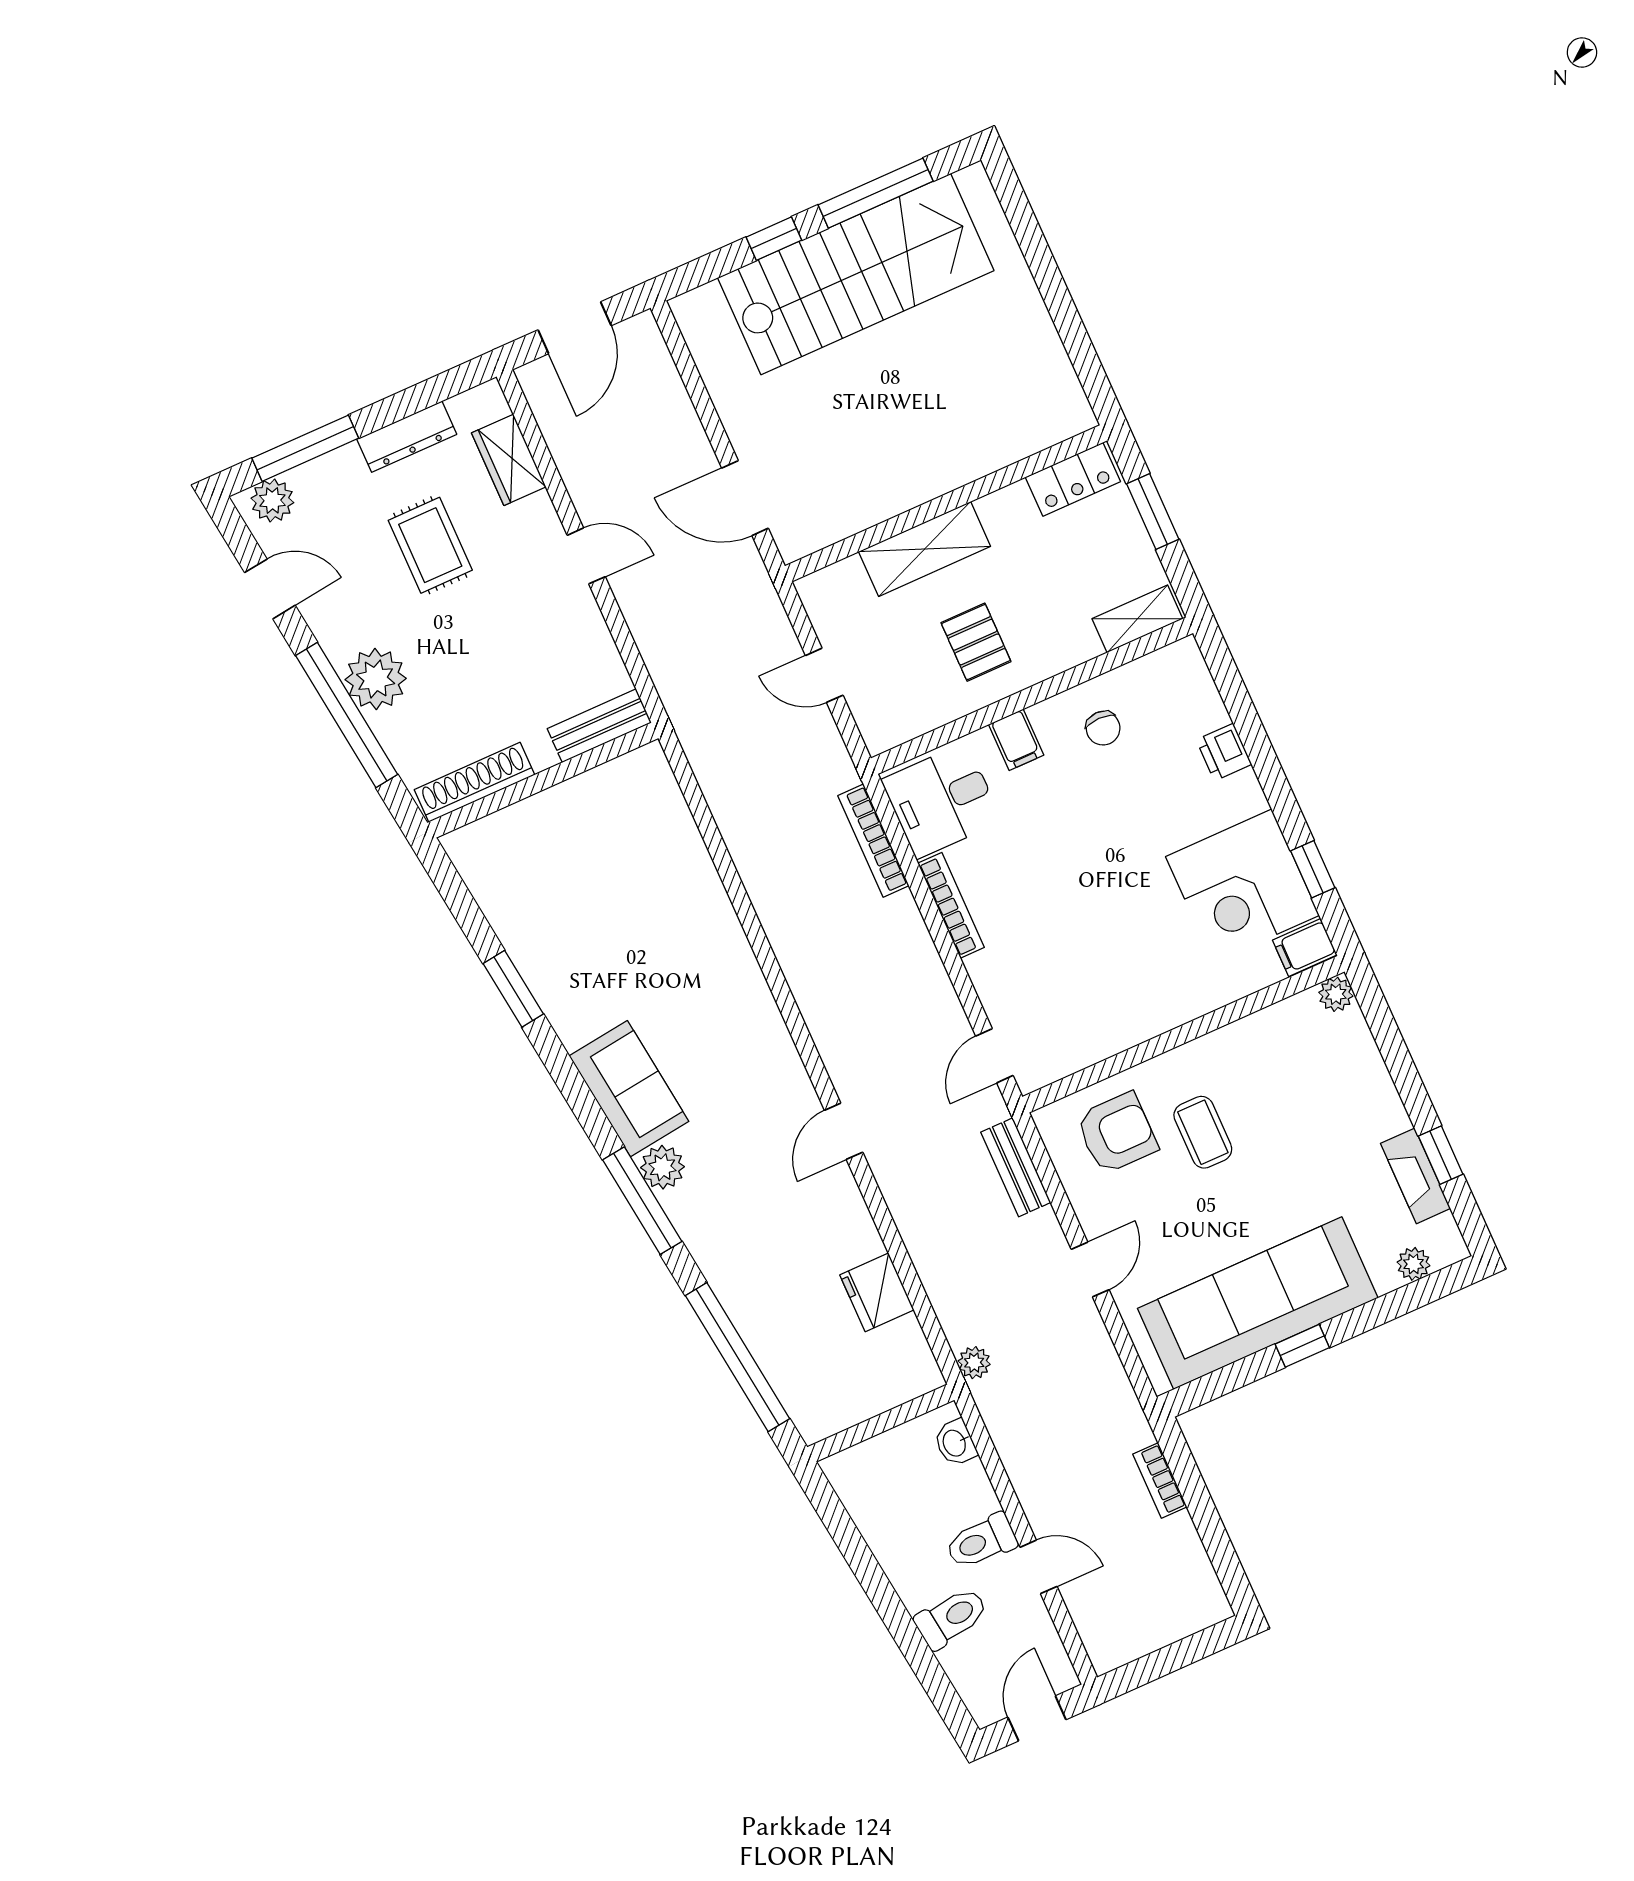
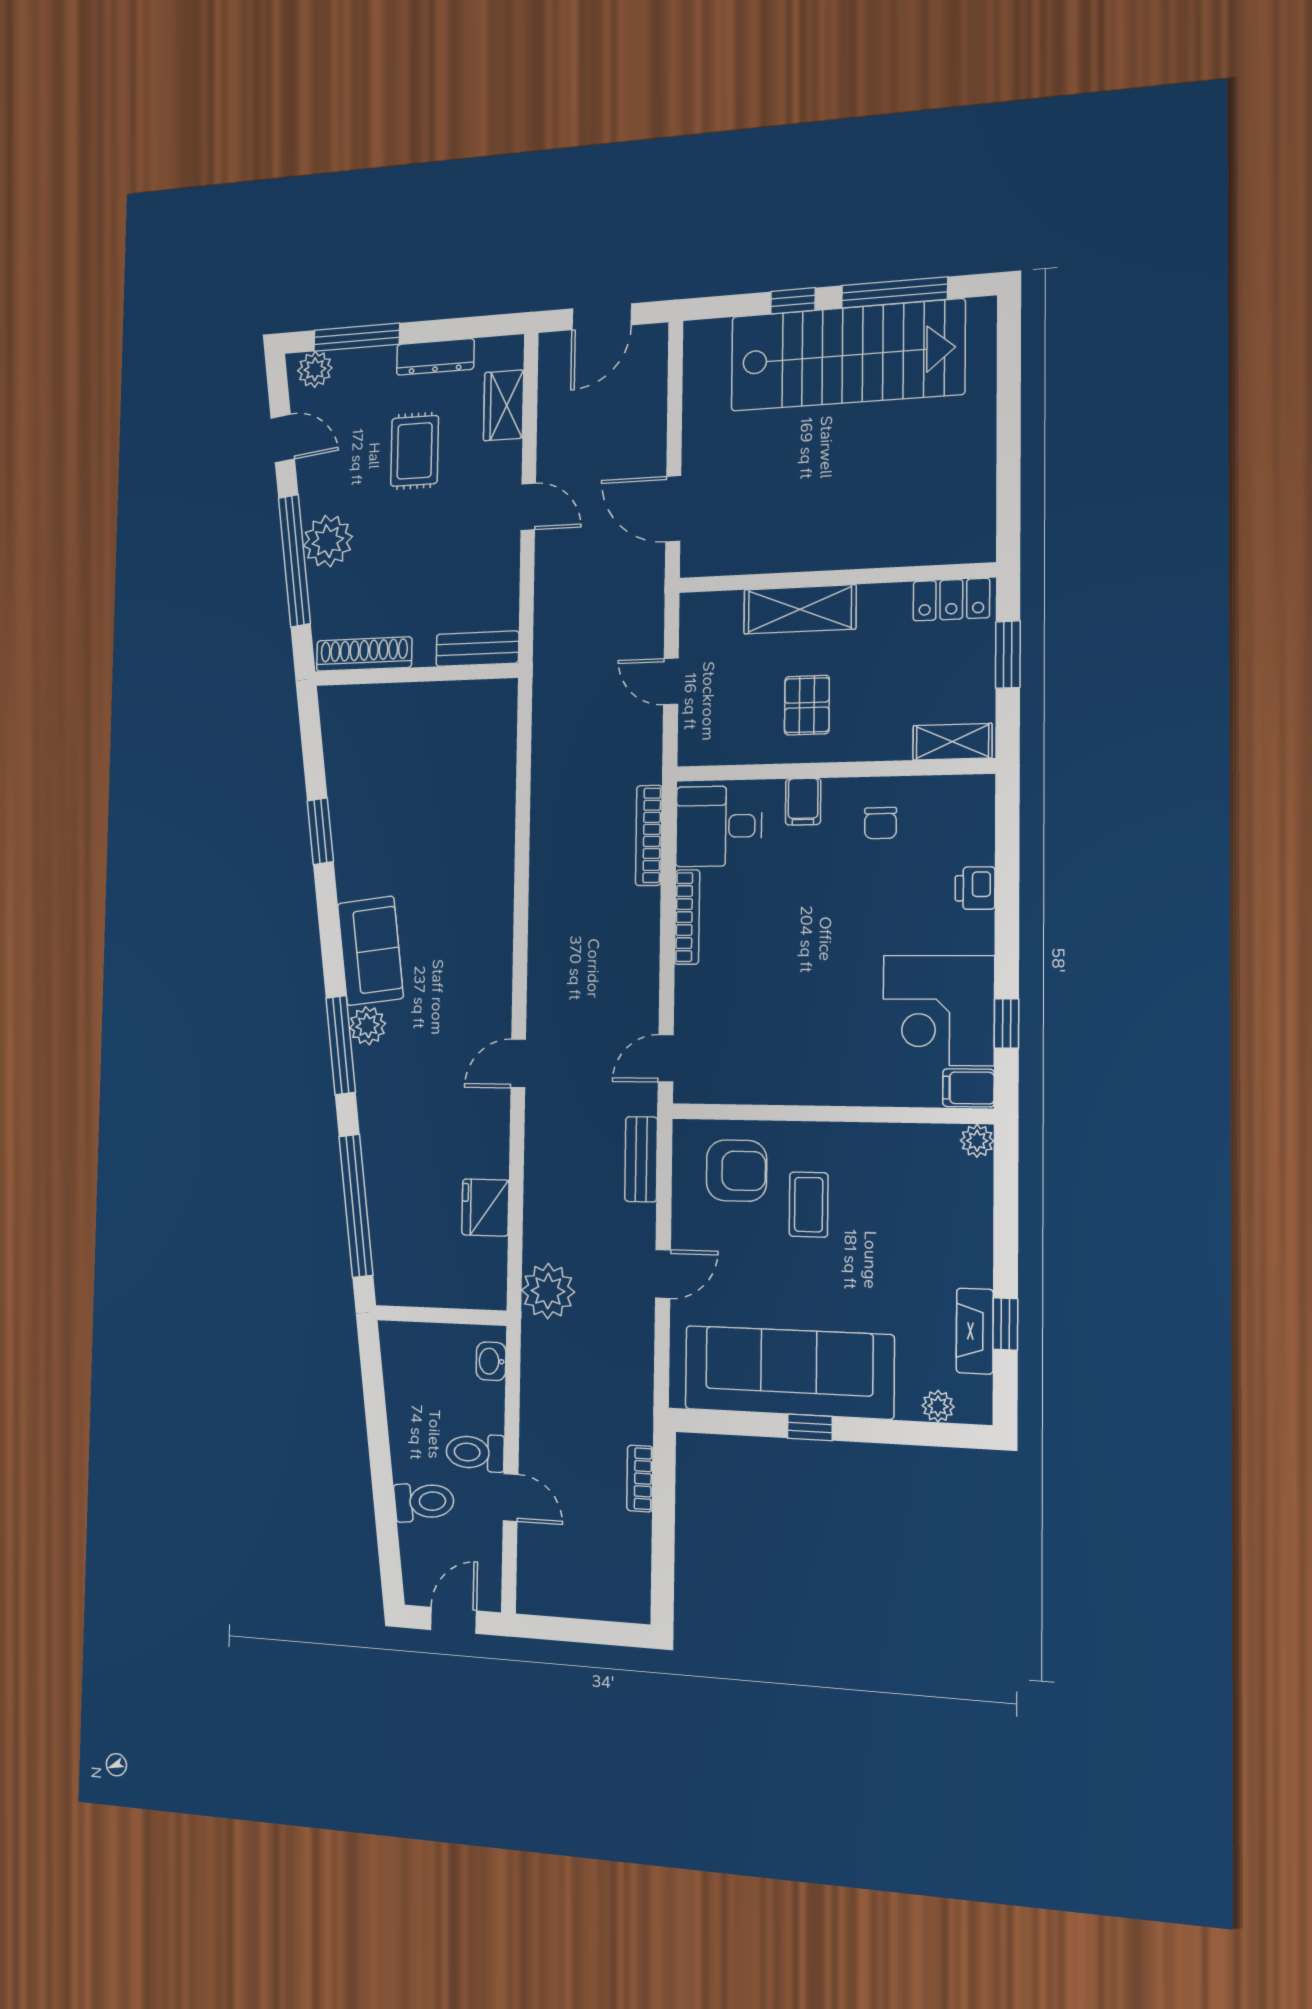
plant: (974, 1363) -> (548, 1291), width x1.88, depth x1.88

